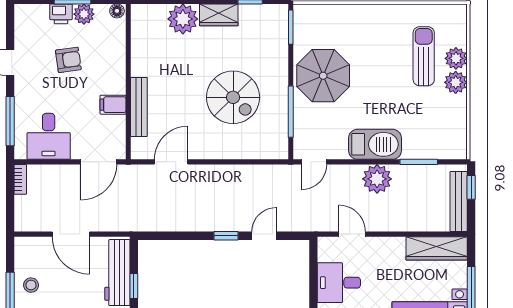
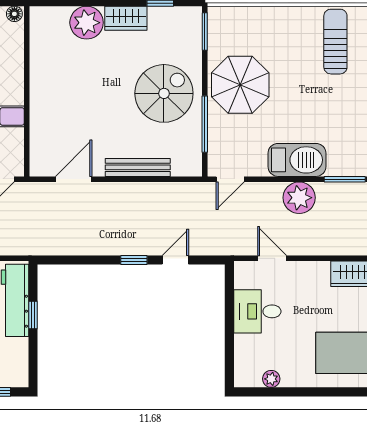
sun lounger: (424, 56) -> (335, 42), moved
spiral stairs: (233, 97) -> (164, 93), moved, turned -90
bench: (139, 107) -> (138, 167), moved, turned 90

